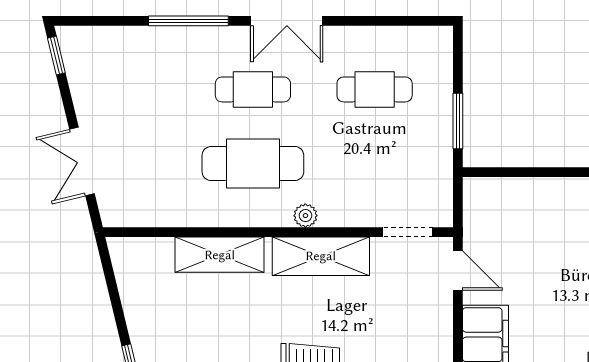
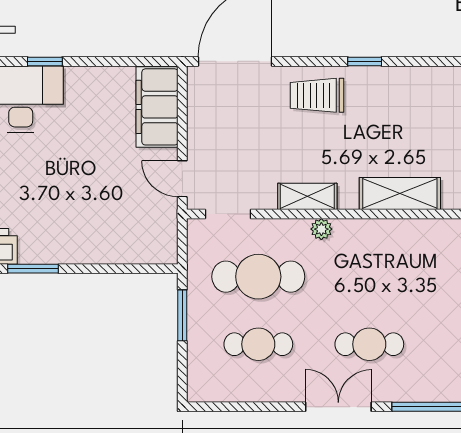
cafe table: (253, 164) -> (258, 277), moved
shelving: (321, 256) -> (307, 196), width x0.67, depth x0.75

